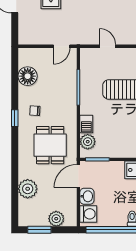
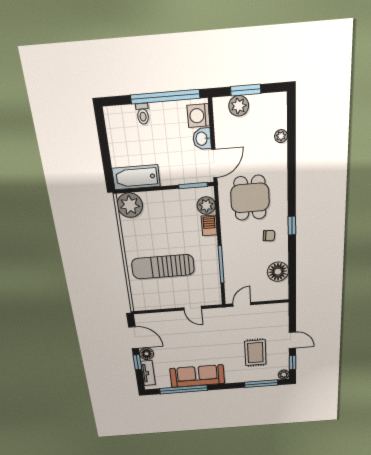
plant: (28, 189) -> (281, 136), width x0.53, depth x0.53
window: (39, 230) -> (246, 90), moved

